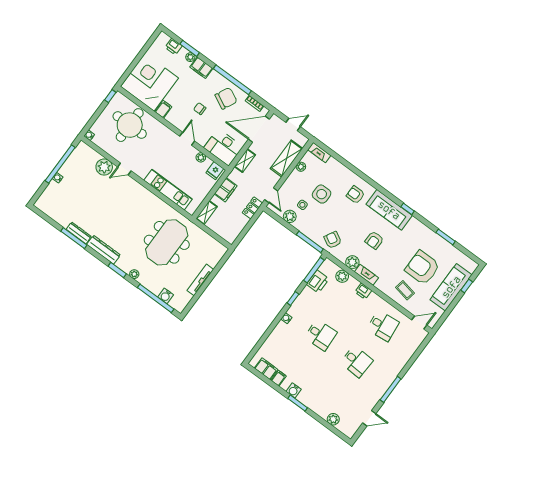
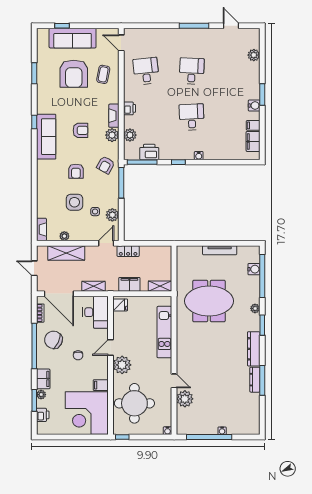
plant: (201, 157) -> (122, 365), moved, width x1.88, depth x1.88
armchair: (355, 195) -> (76, 171), moved

